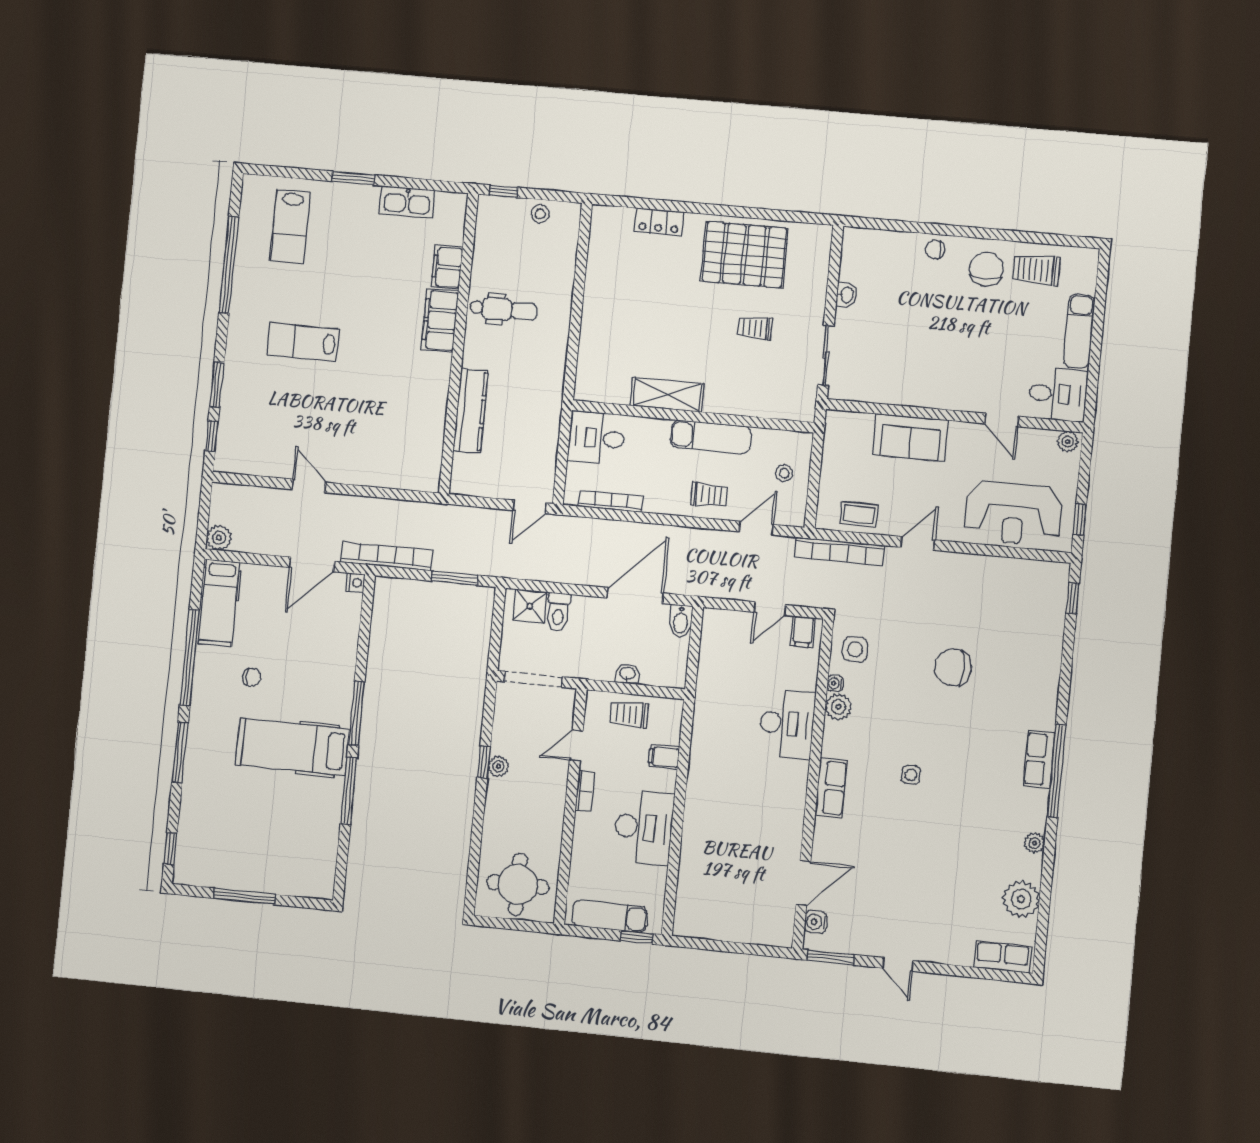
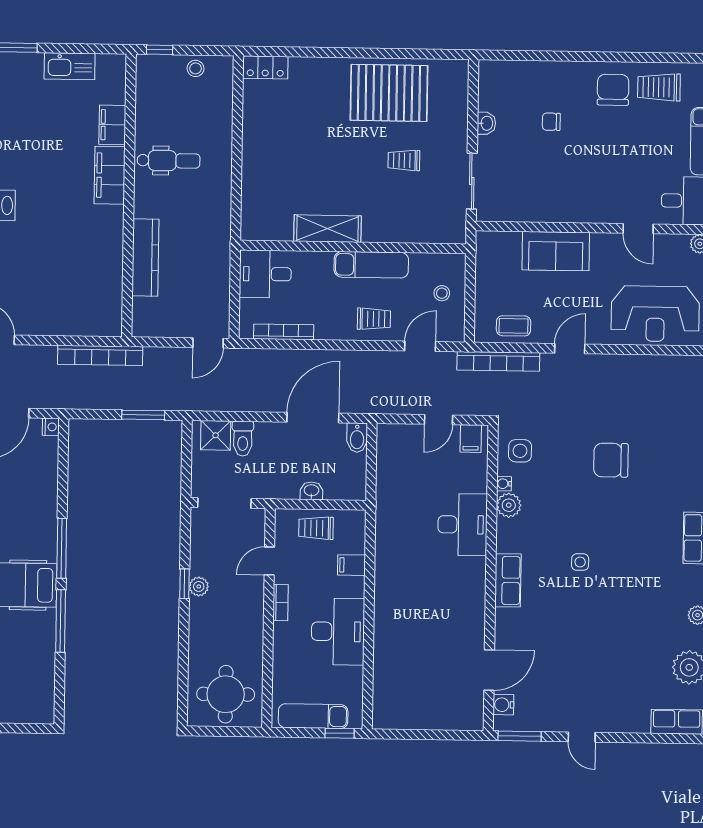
locker: (659, 222) -> (265, 67), moved
chair: (935, 249) -> (551, 122), moved
bookcase: (387, 556) -> (100, 355), moved, turned 180

